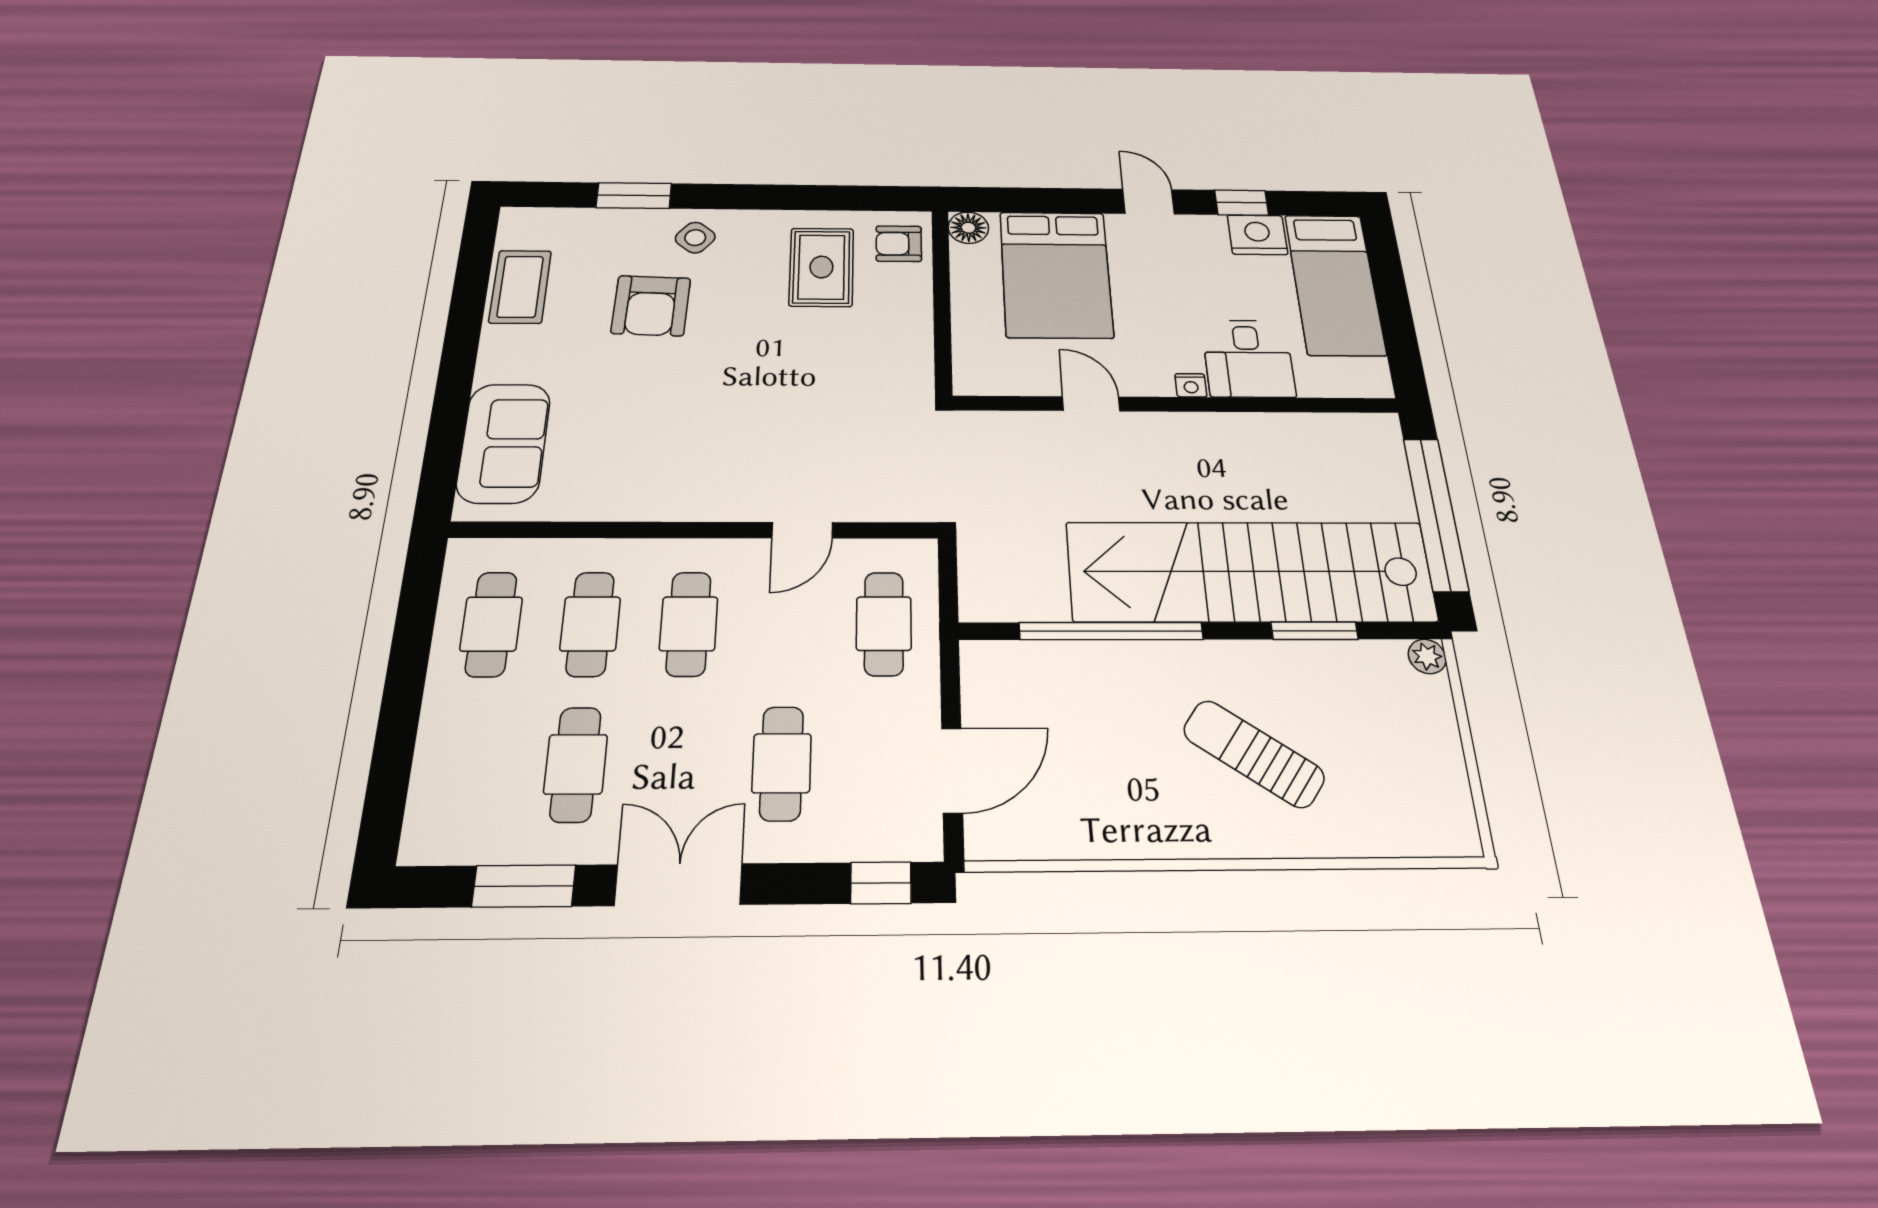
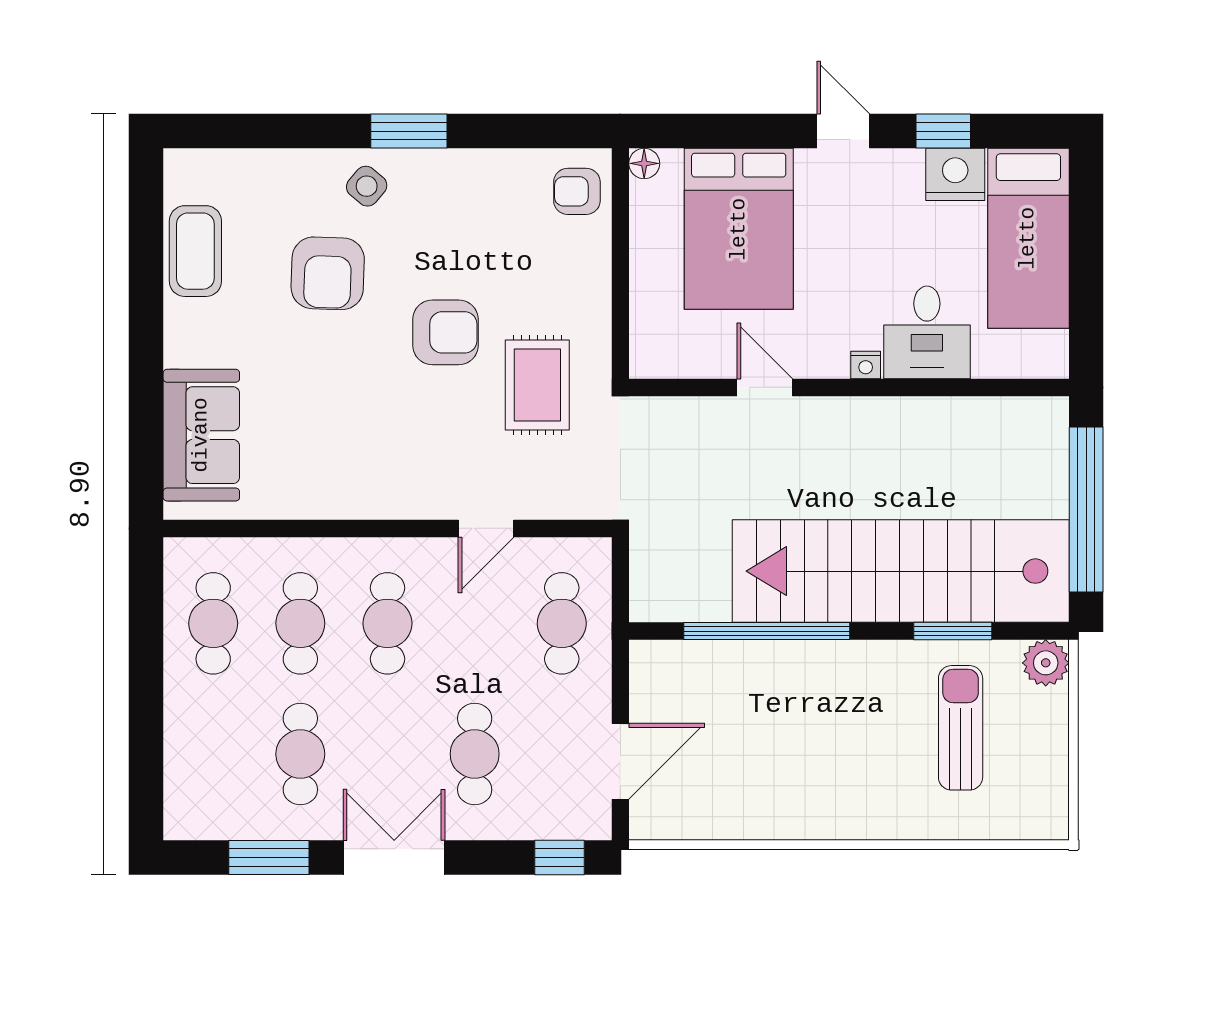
window: (634, 196) -> (409, 131), moved
floor lamp: (968, 228) -> (644, 163), width x0.73, depth x0.73
rug: (821, 267) -> (537, 385), moved
armchair: (766, 355) -> (446, 332), added
plant: (1427, 656) -> (1046, 663), width x1.38, depth x1.38
sun lounger: (1254, 754) -> (961, 728), moved, turned 55

